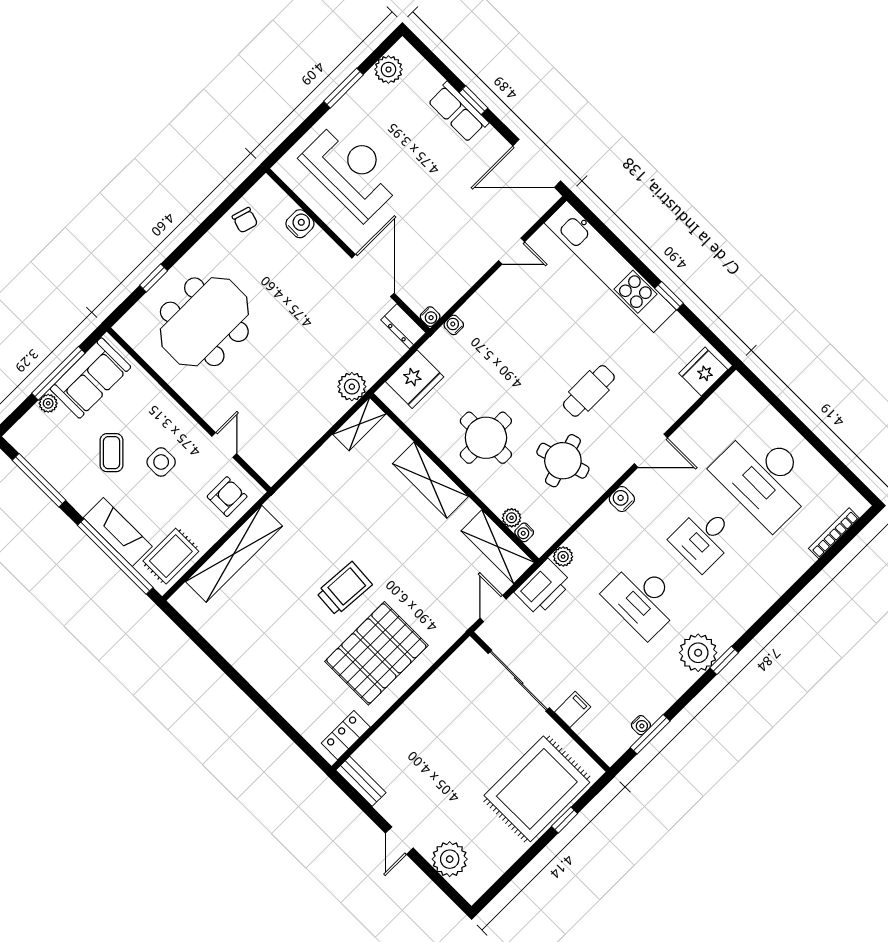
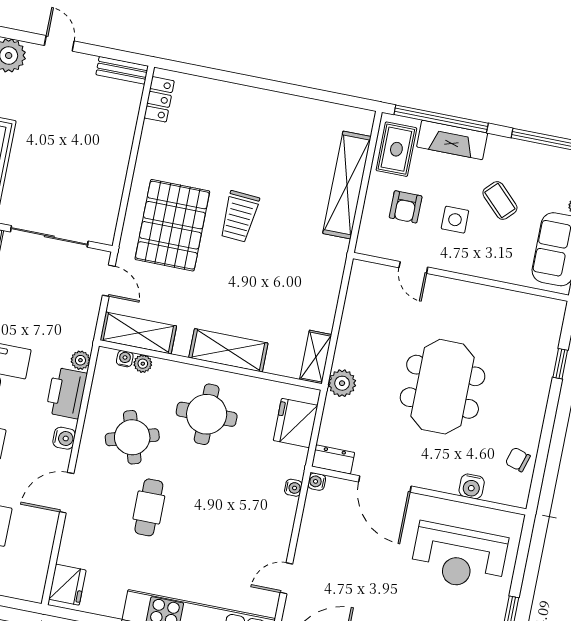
meeting table: (204, 322) -> (443, 387), moved
armchair: (227, 497) -> (406, 207), moved
printer: (543, 587) -> (66, 393), moved
pallet: (376, 653) -> (172, 225), moved

